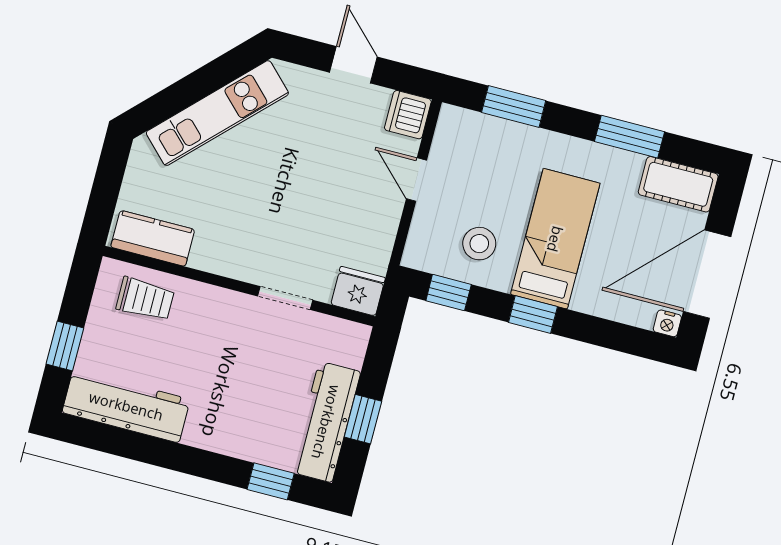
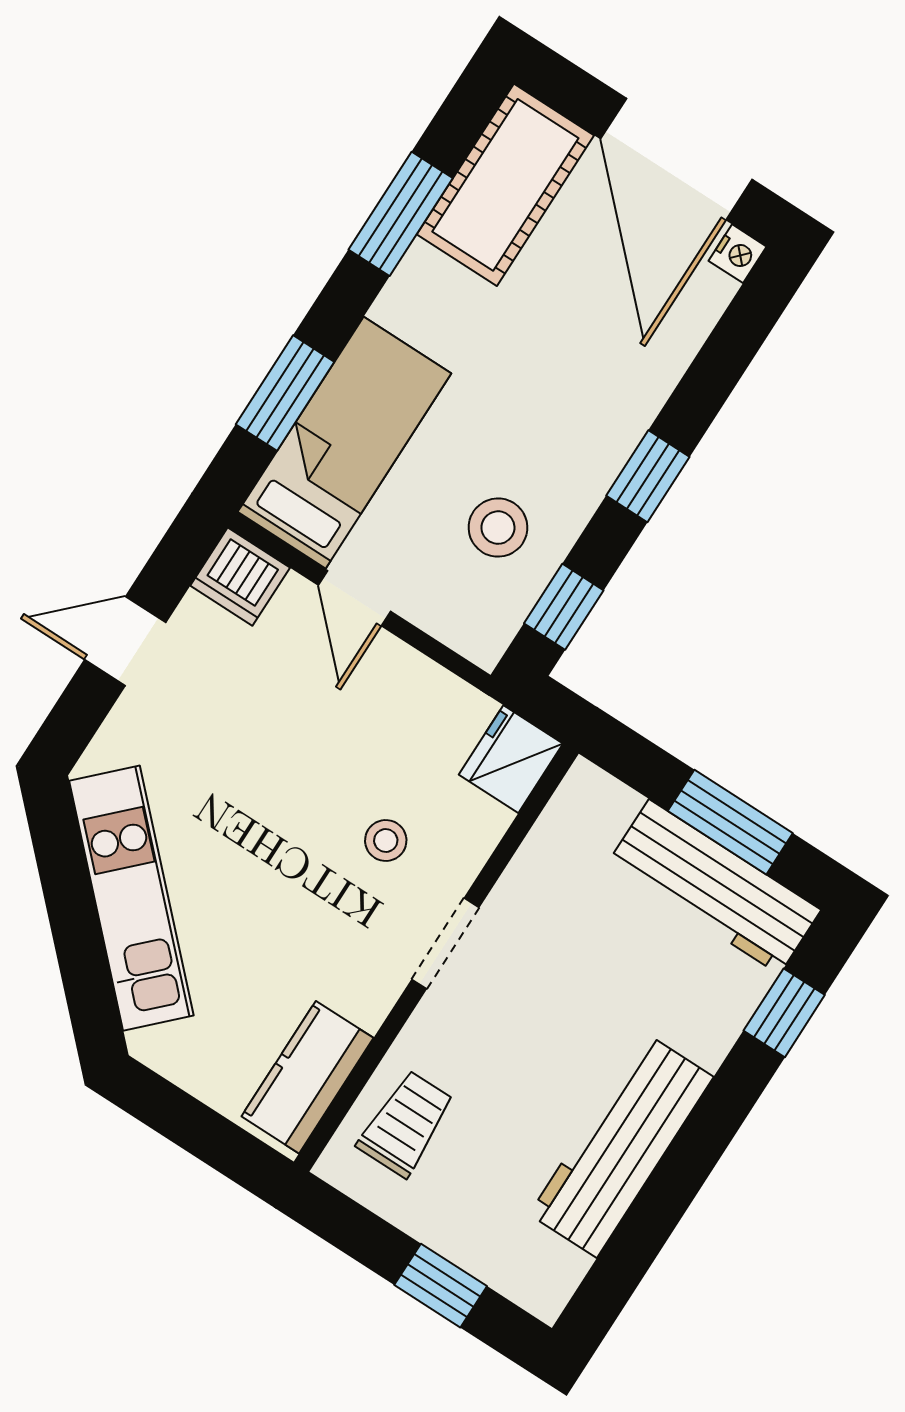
door: (416, 180) -> (355, 598), hinge flipped
cot: (678, 184) -> (505, 185), width x1.37, depth x1.34
stool: (293, 239) -> (386, 840), added
bed: (555, 239) -> (345, 443), moved, turned 90
doorway: (285, 298) -> (445, 943), moved
workbench: (126, 406) -> (621, 1146), moved
window: (363, 419) -> (730, 822), width x1.50

